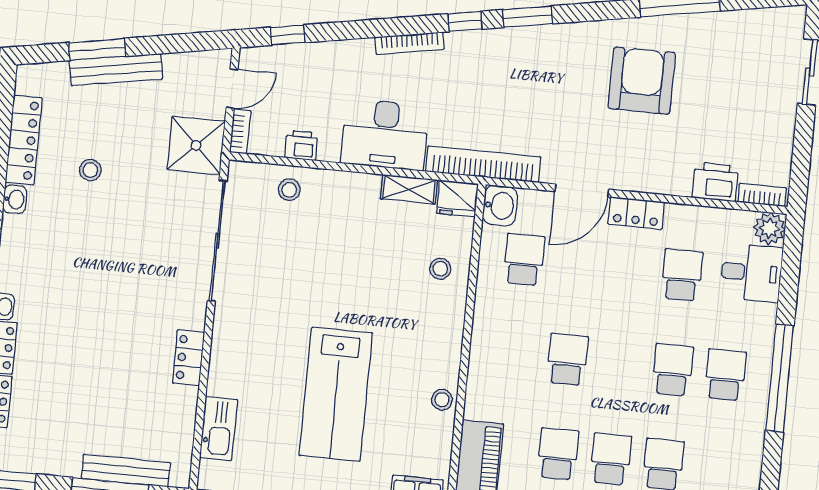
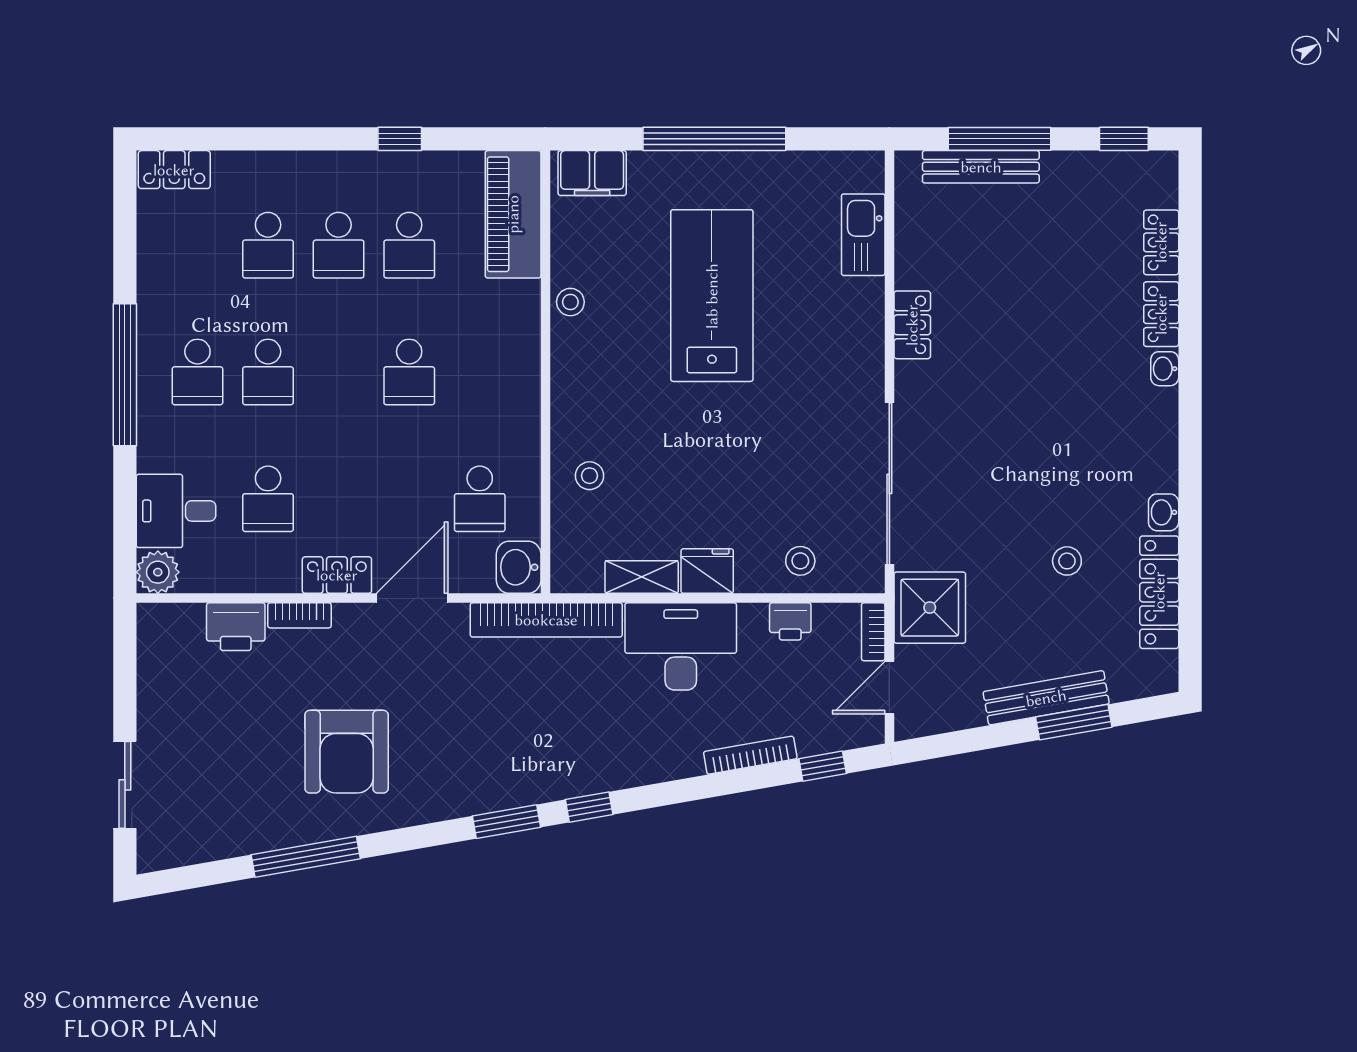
bookcase: (410, 43) -> (750, 755), moved
bookcase: (762, 195) -> (299, 615), moved
fridge: (457, 199) -> (707, 571), moved

